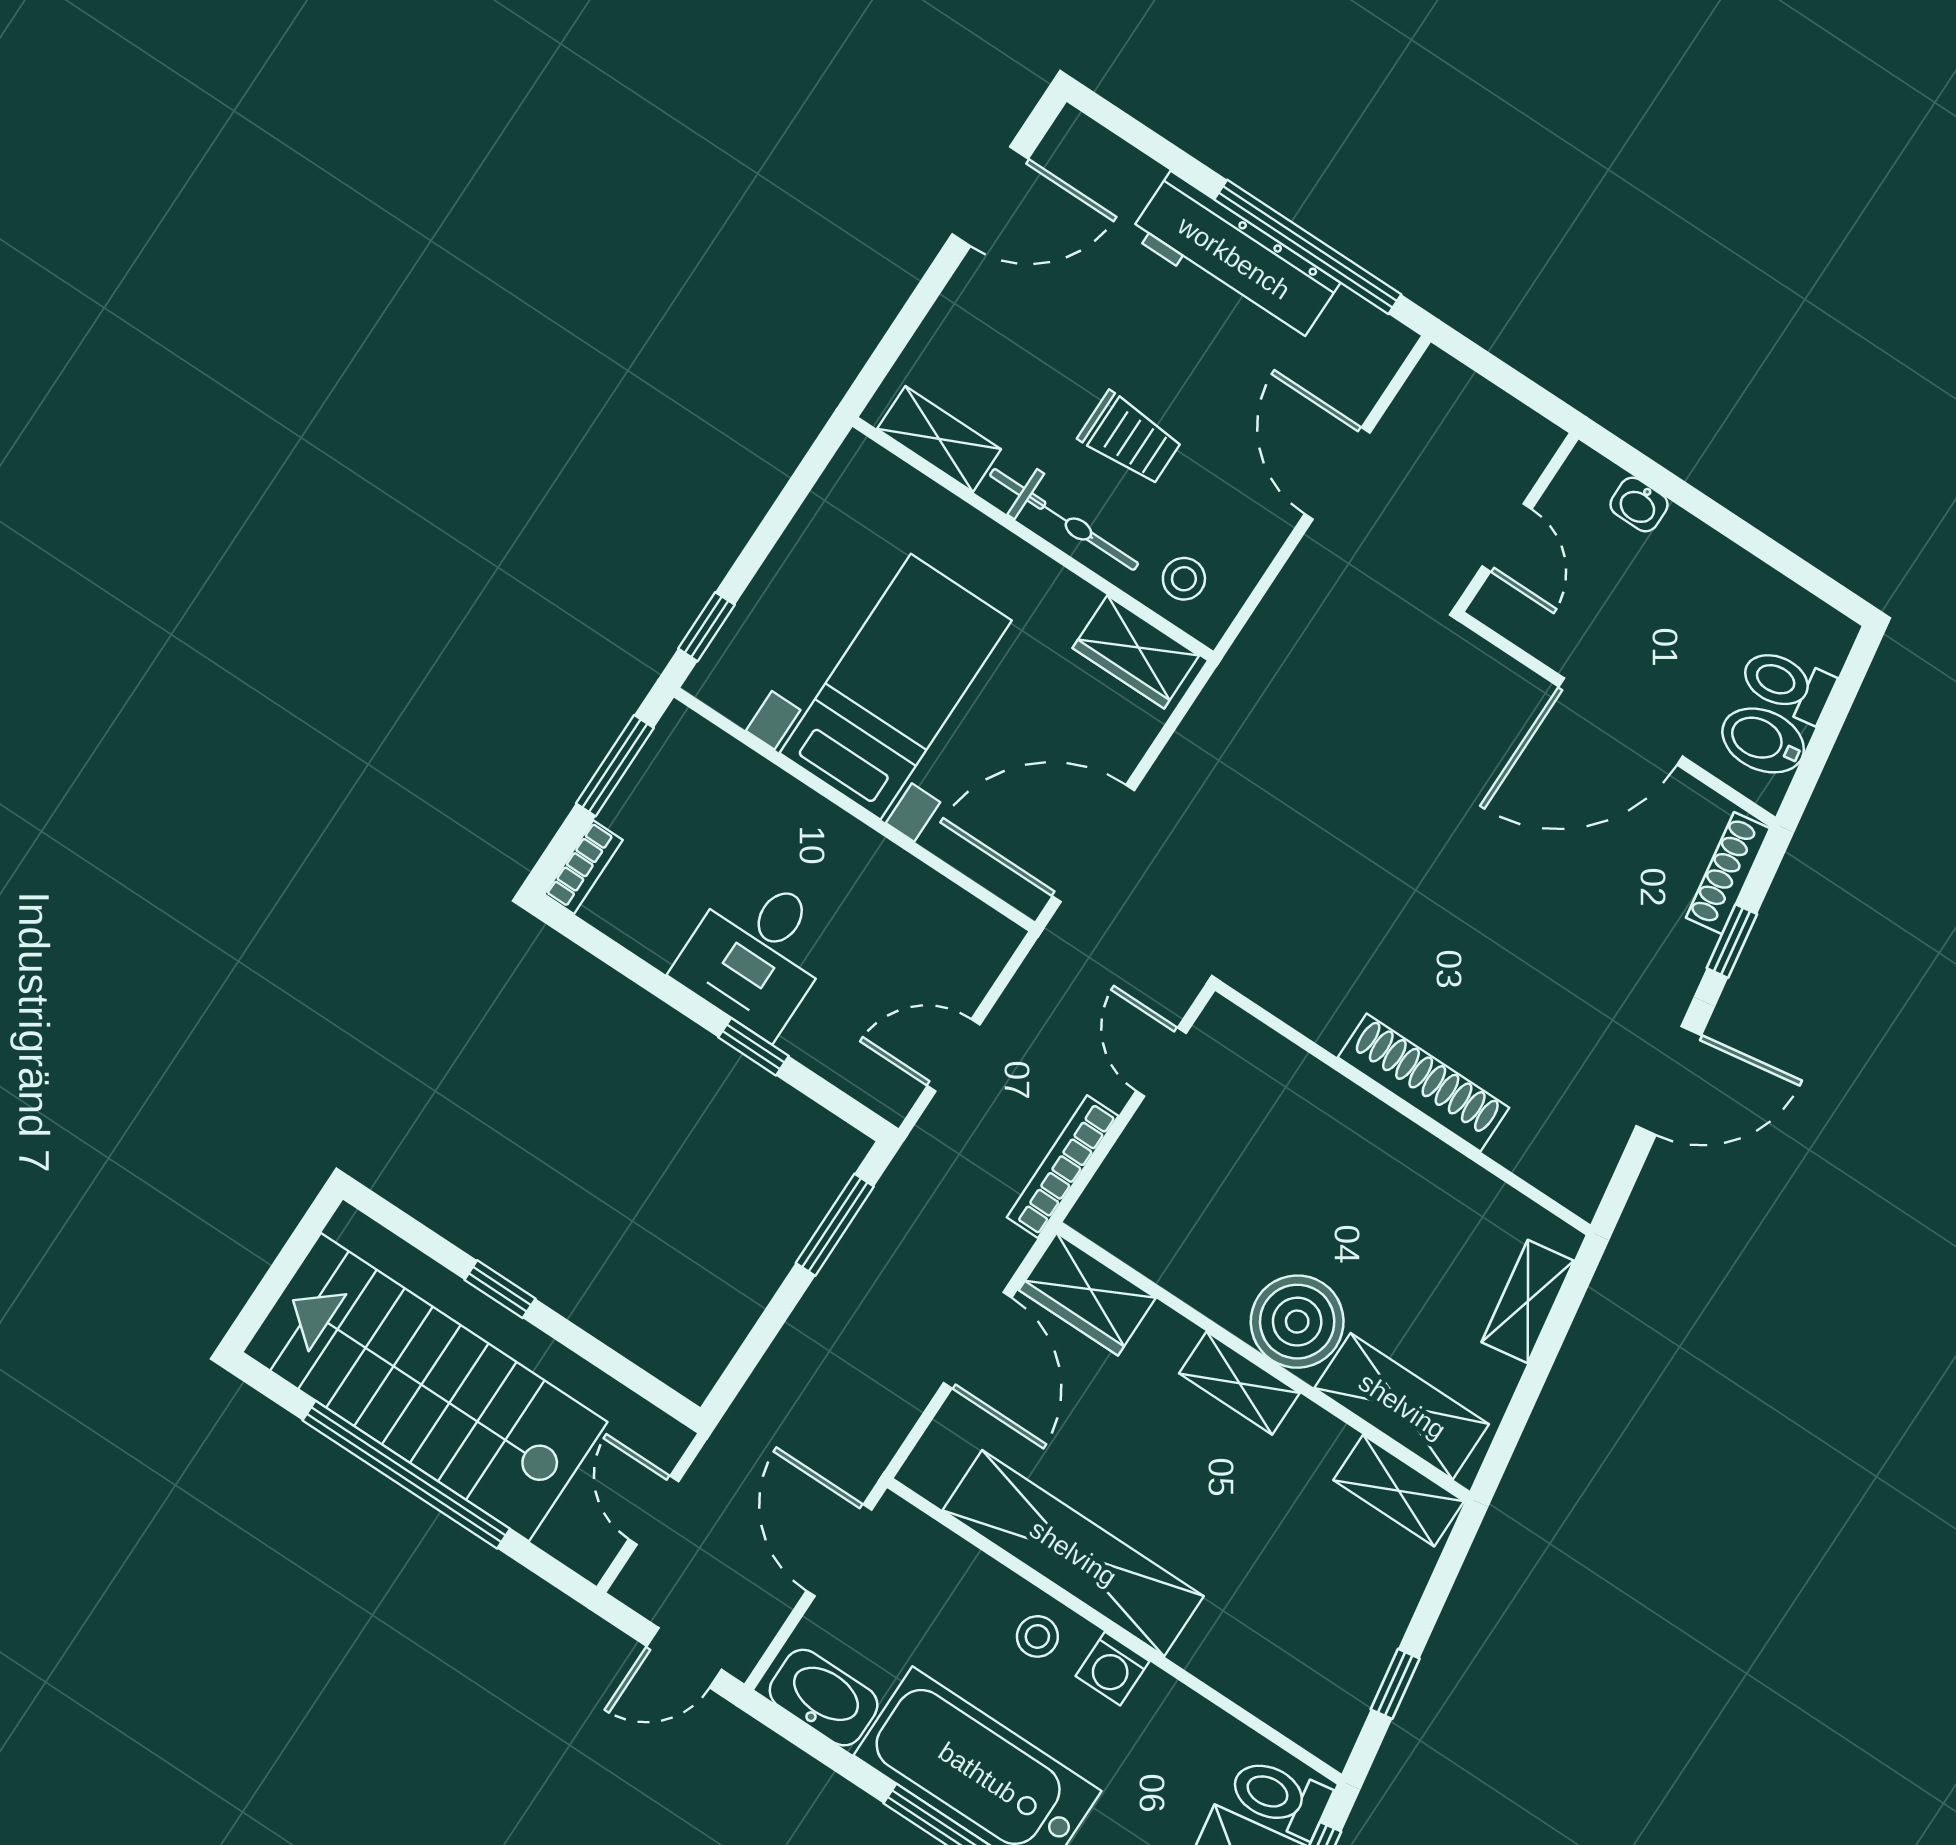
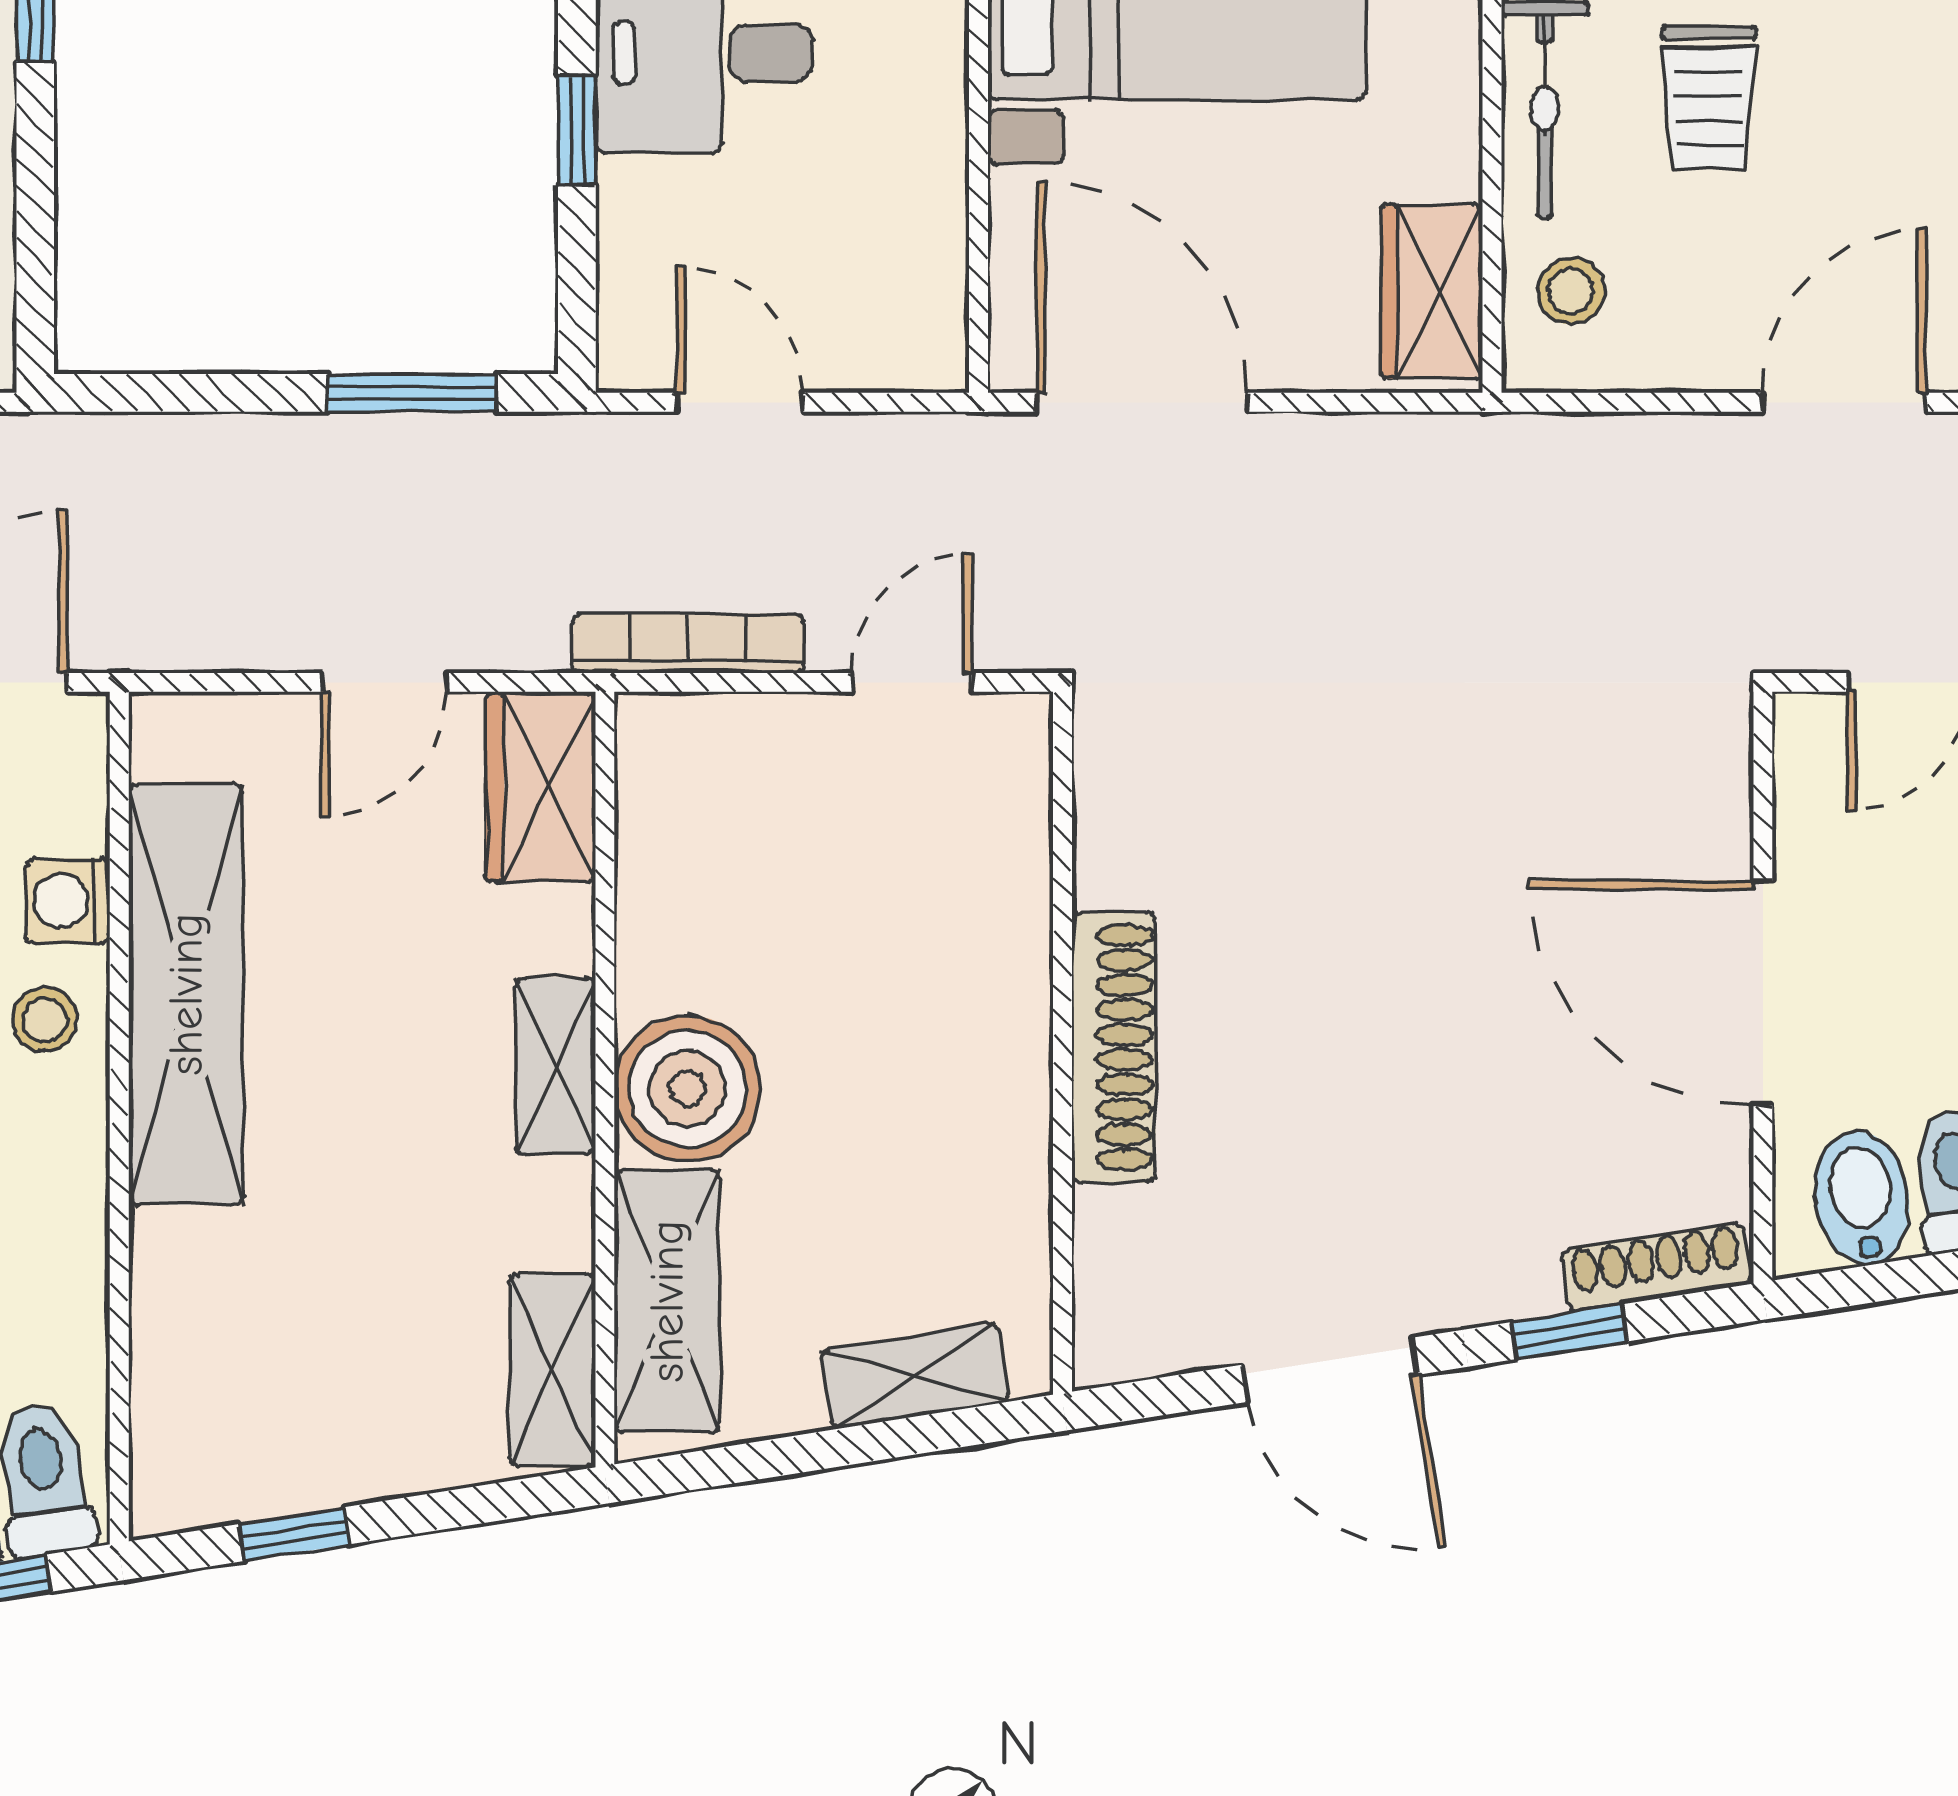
door: (978, 1340) -> (384, 682), width x0.73
washing machine: (1113, 1669) -> (68, 901), moved

